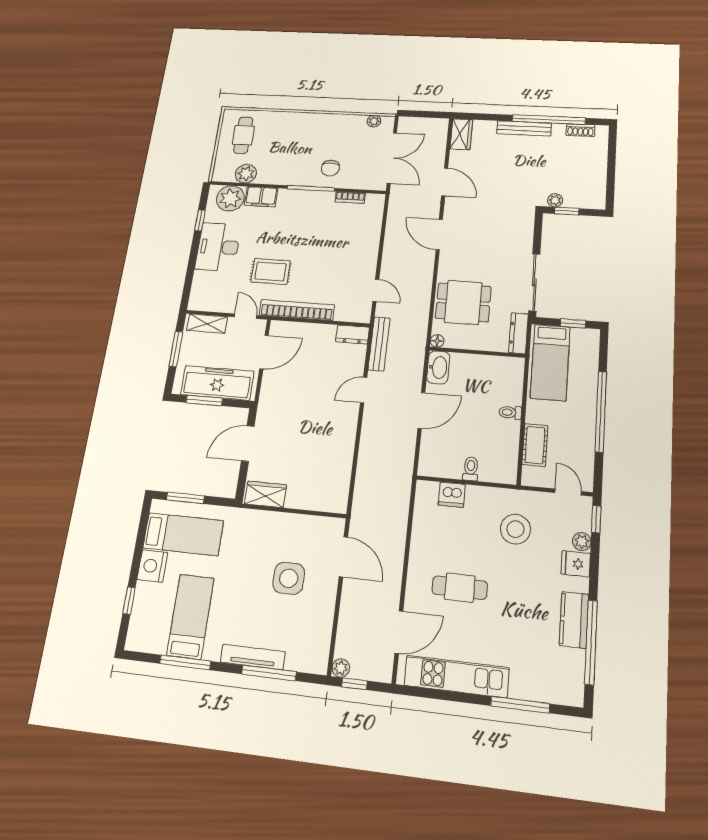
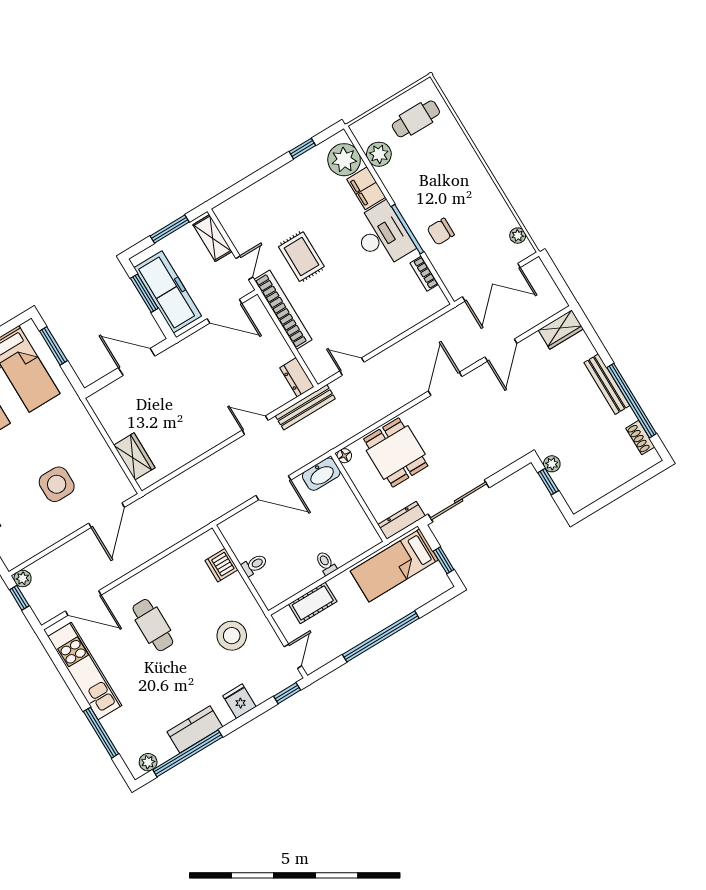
desk: (218, 247) -> (382, 235), moved, turned 90
door: (376, 290) -> (352, 367), swing flipped
wardrobe: (266, 494) -> (134, 456), moved
plant: (582, 542) -> (148, 762), moved

